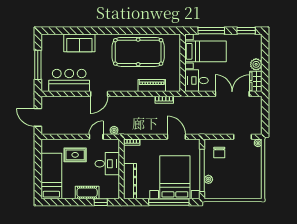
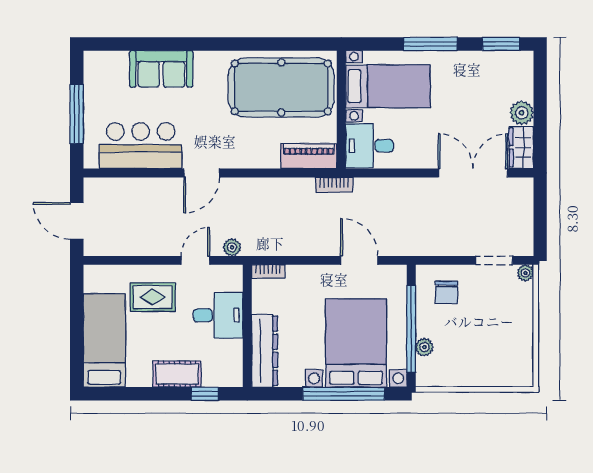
bed with nightstands: (205, 51) -> (388, 86), moved
wall: (183, 63) -> (341, 110), moved
desk: (196, 81) -> (369, 146), moved

